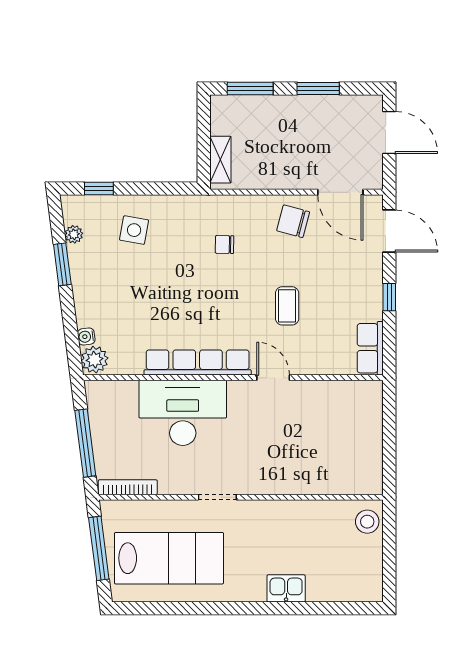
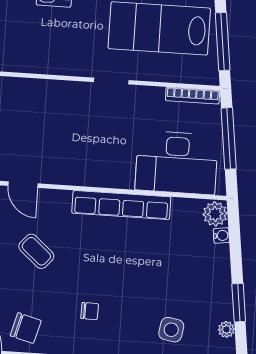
coffee table: (287, 306) -> (36, 251), turned -49
door: (273, 378) -> (23, 185), moved
desk: (183, 413) -> (177, 163), moved

